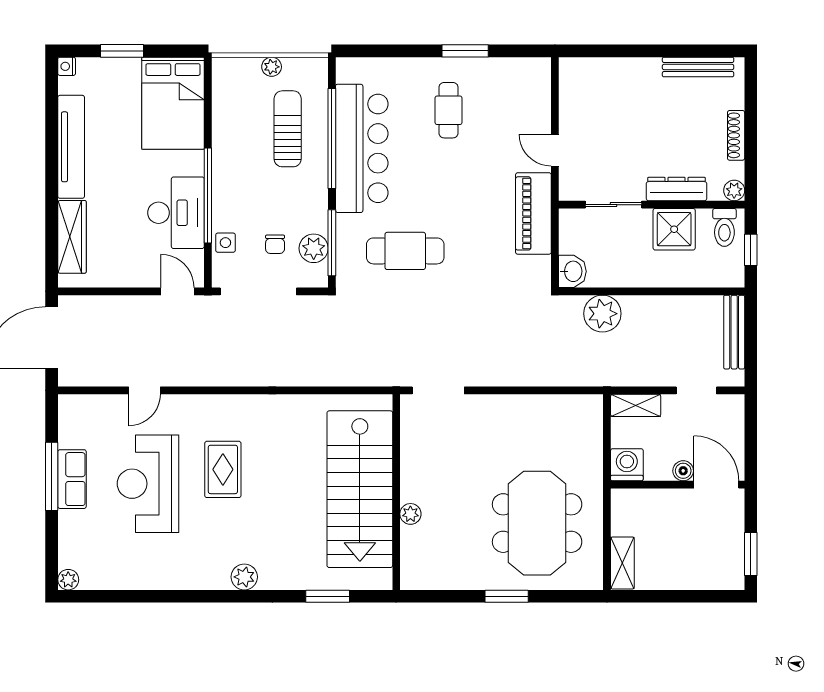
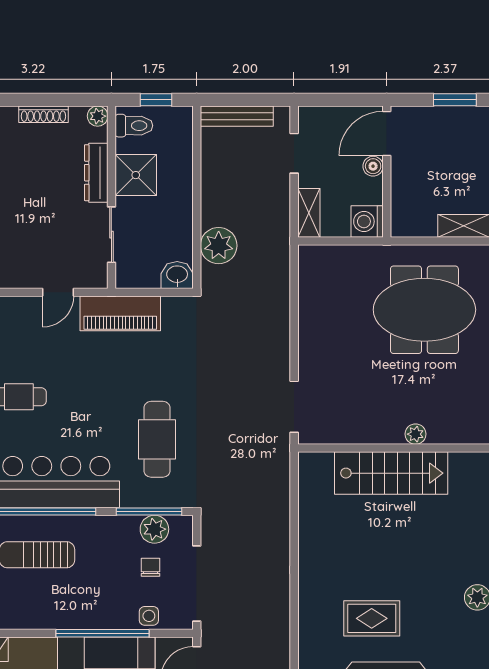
chair: (275, 244) -> (150, 567), turned -90
stairs: (360, 489) -> (391, 473), width x0.73, depth x0.66

